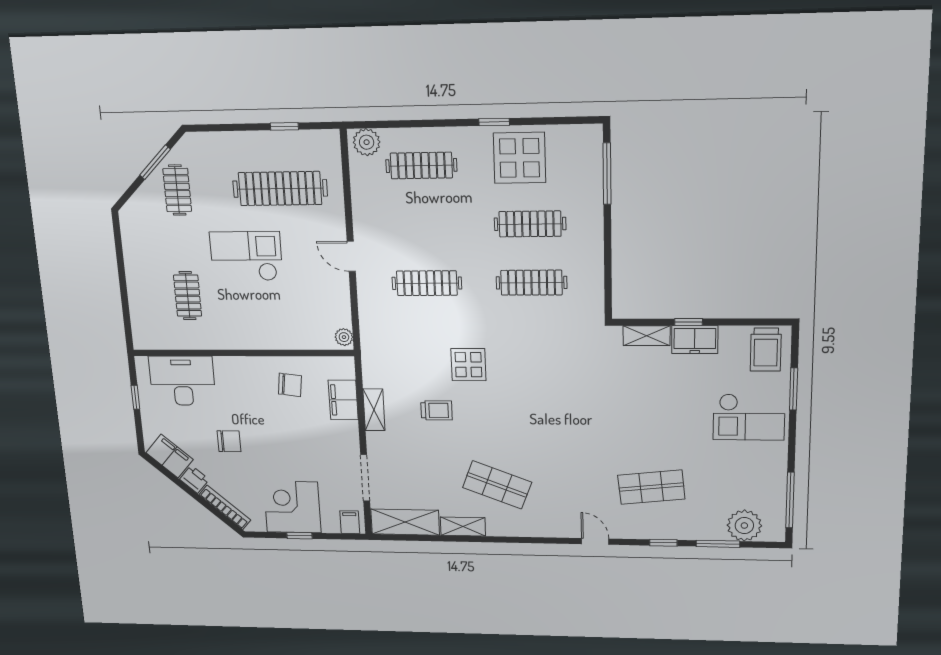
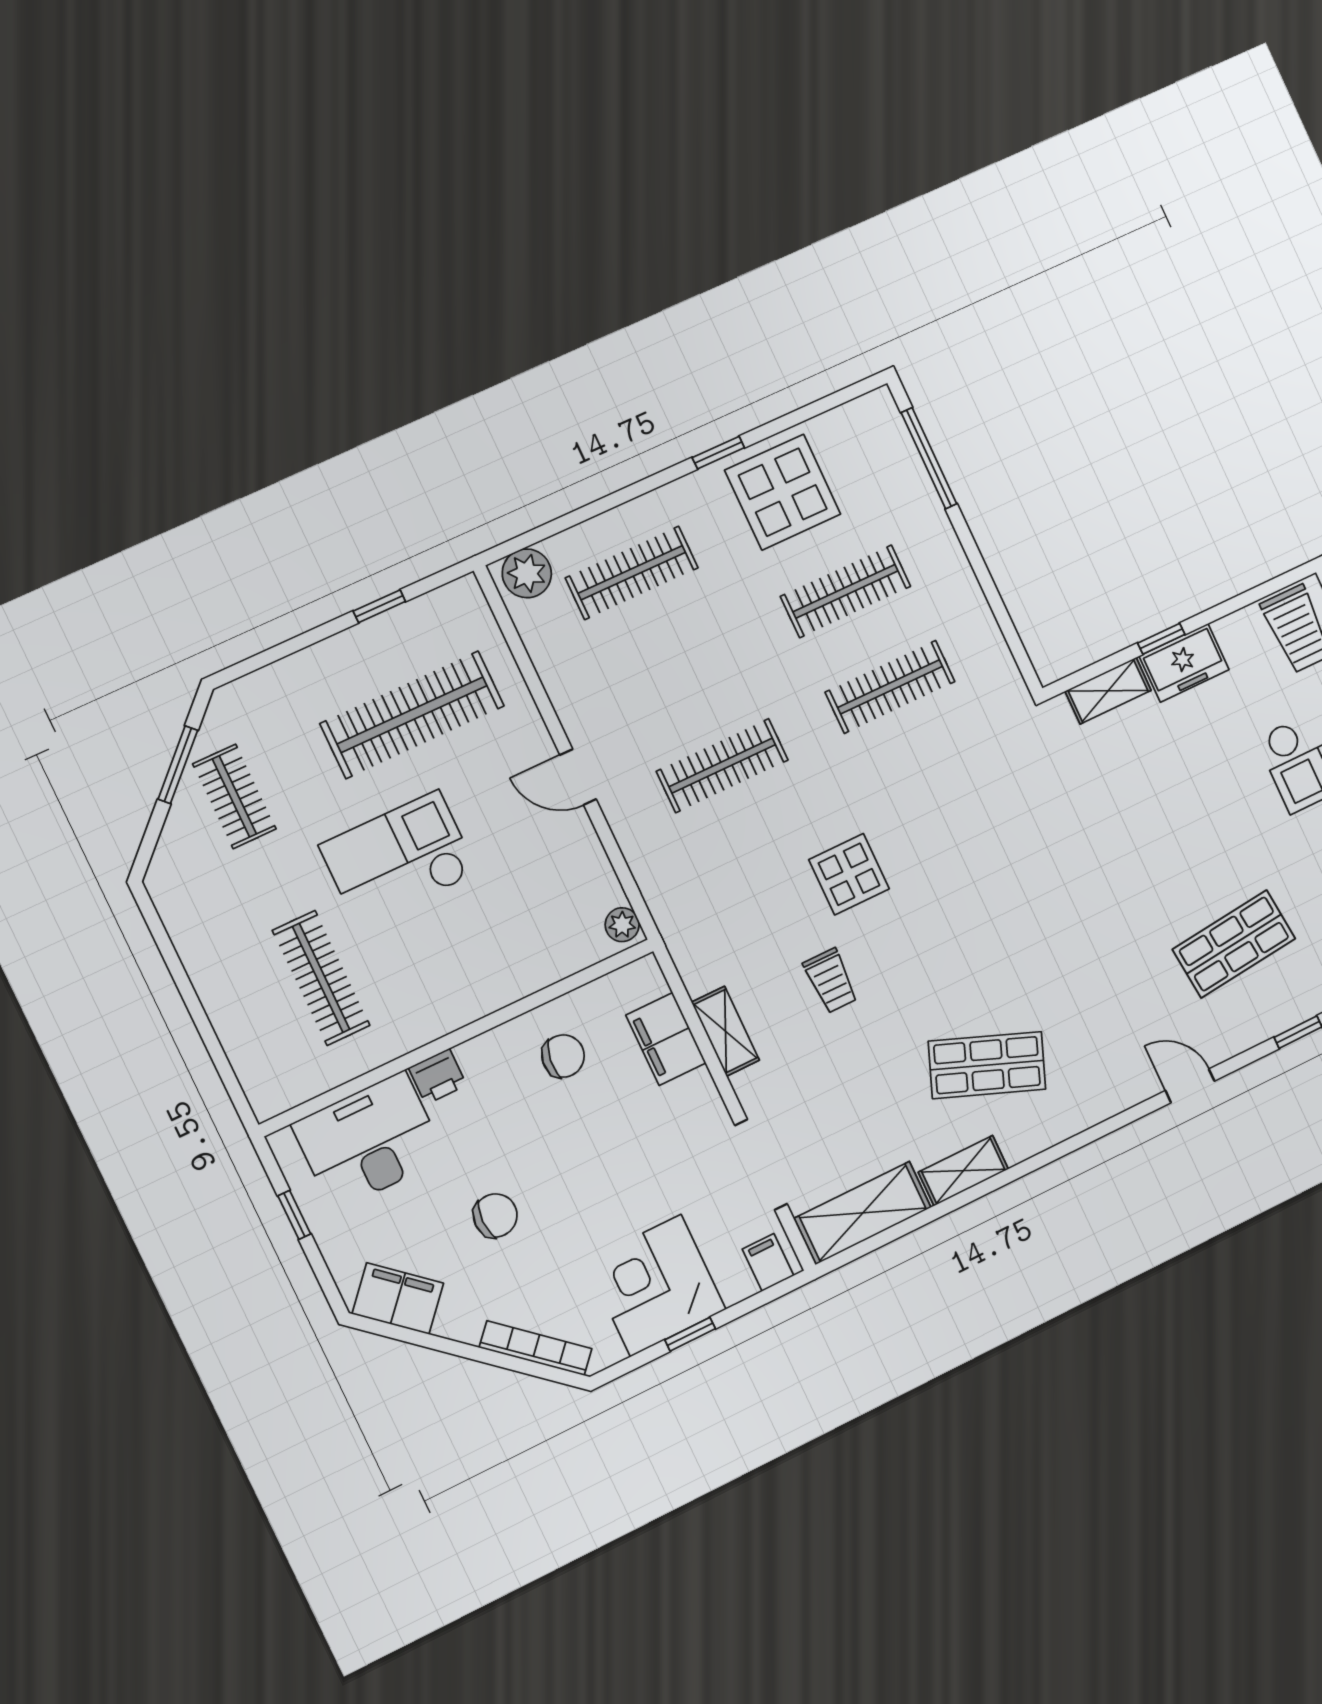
clothes rail: (188, 296) -> (321, 978), width x1.36
trolley: (437, 410) -> (831, 981), turned 90
printer: (194, 479) -> (438, 1076), moved, turned 139

